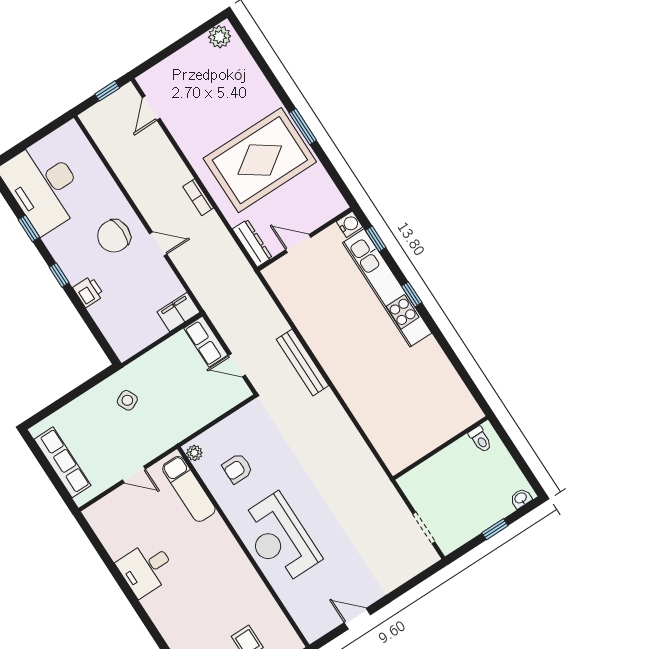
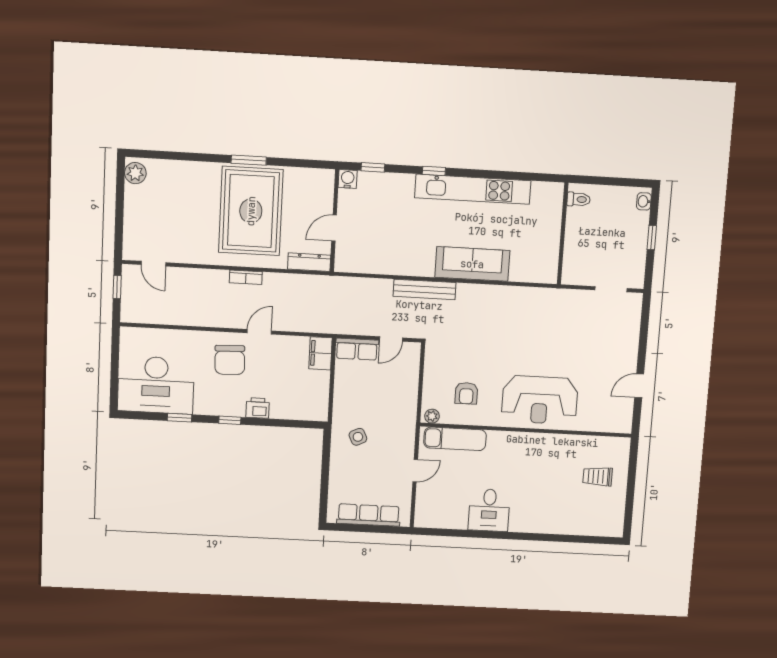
kitchen unit: (387, 288) -> (473, 189), moved
sofa: (356, 388) -> (472, 264), added

